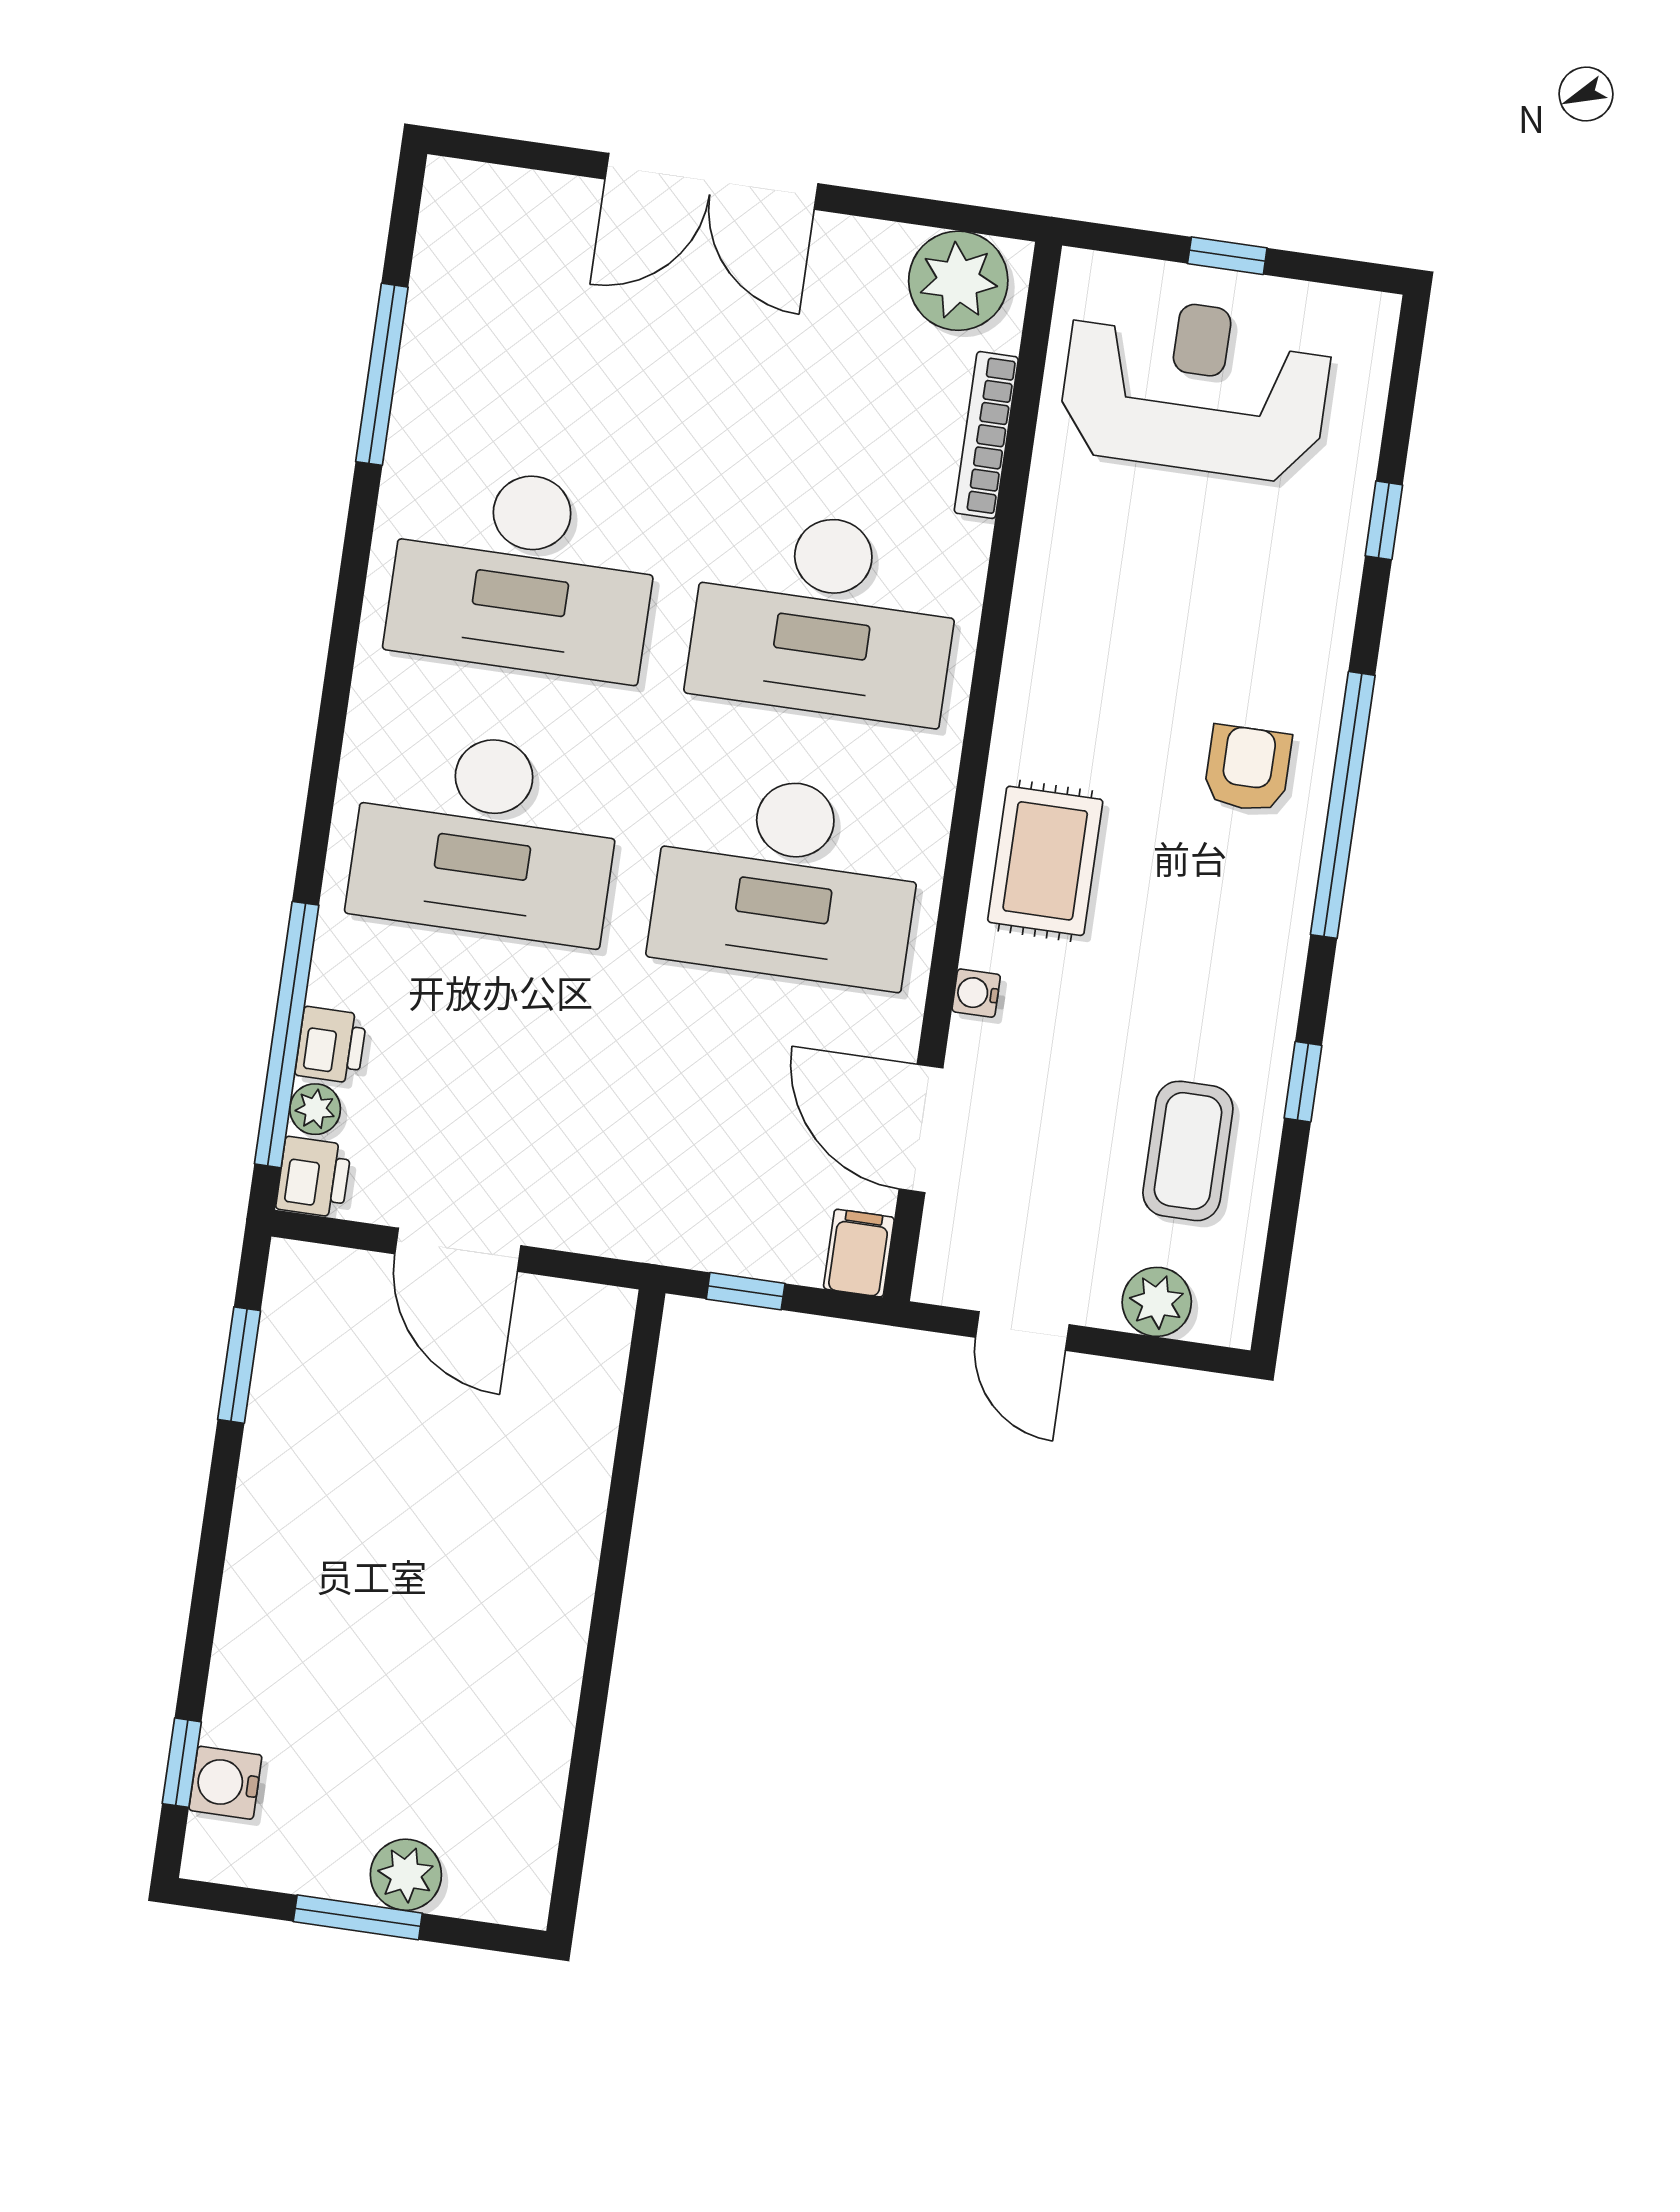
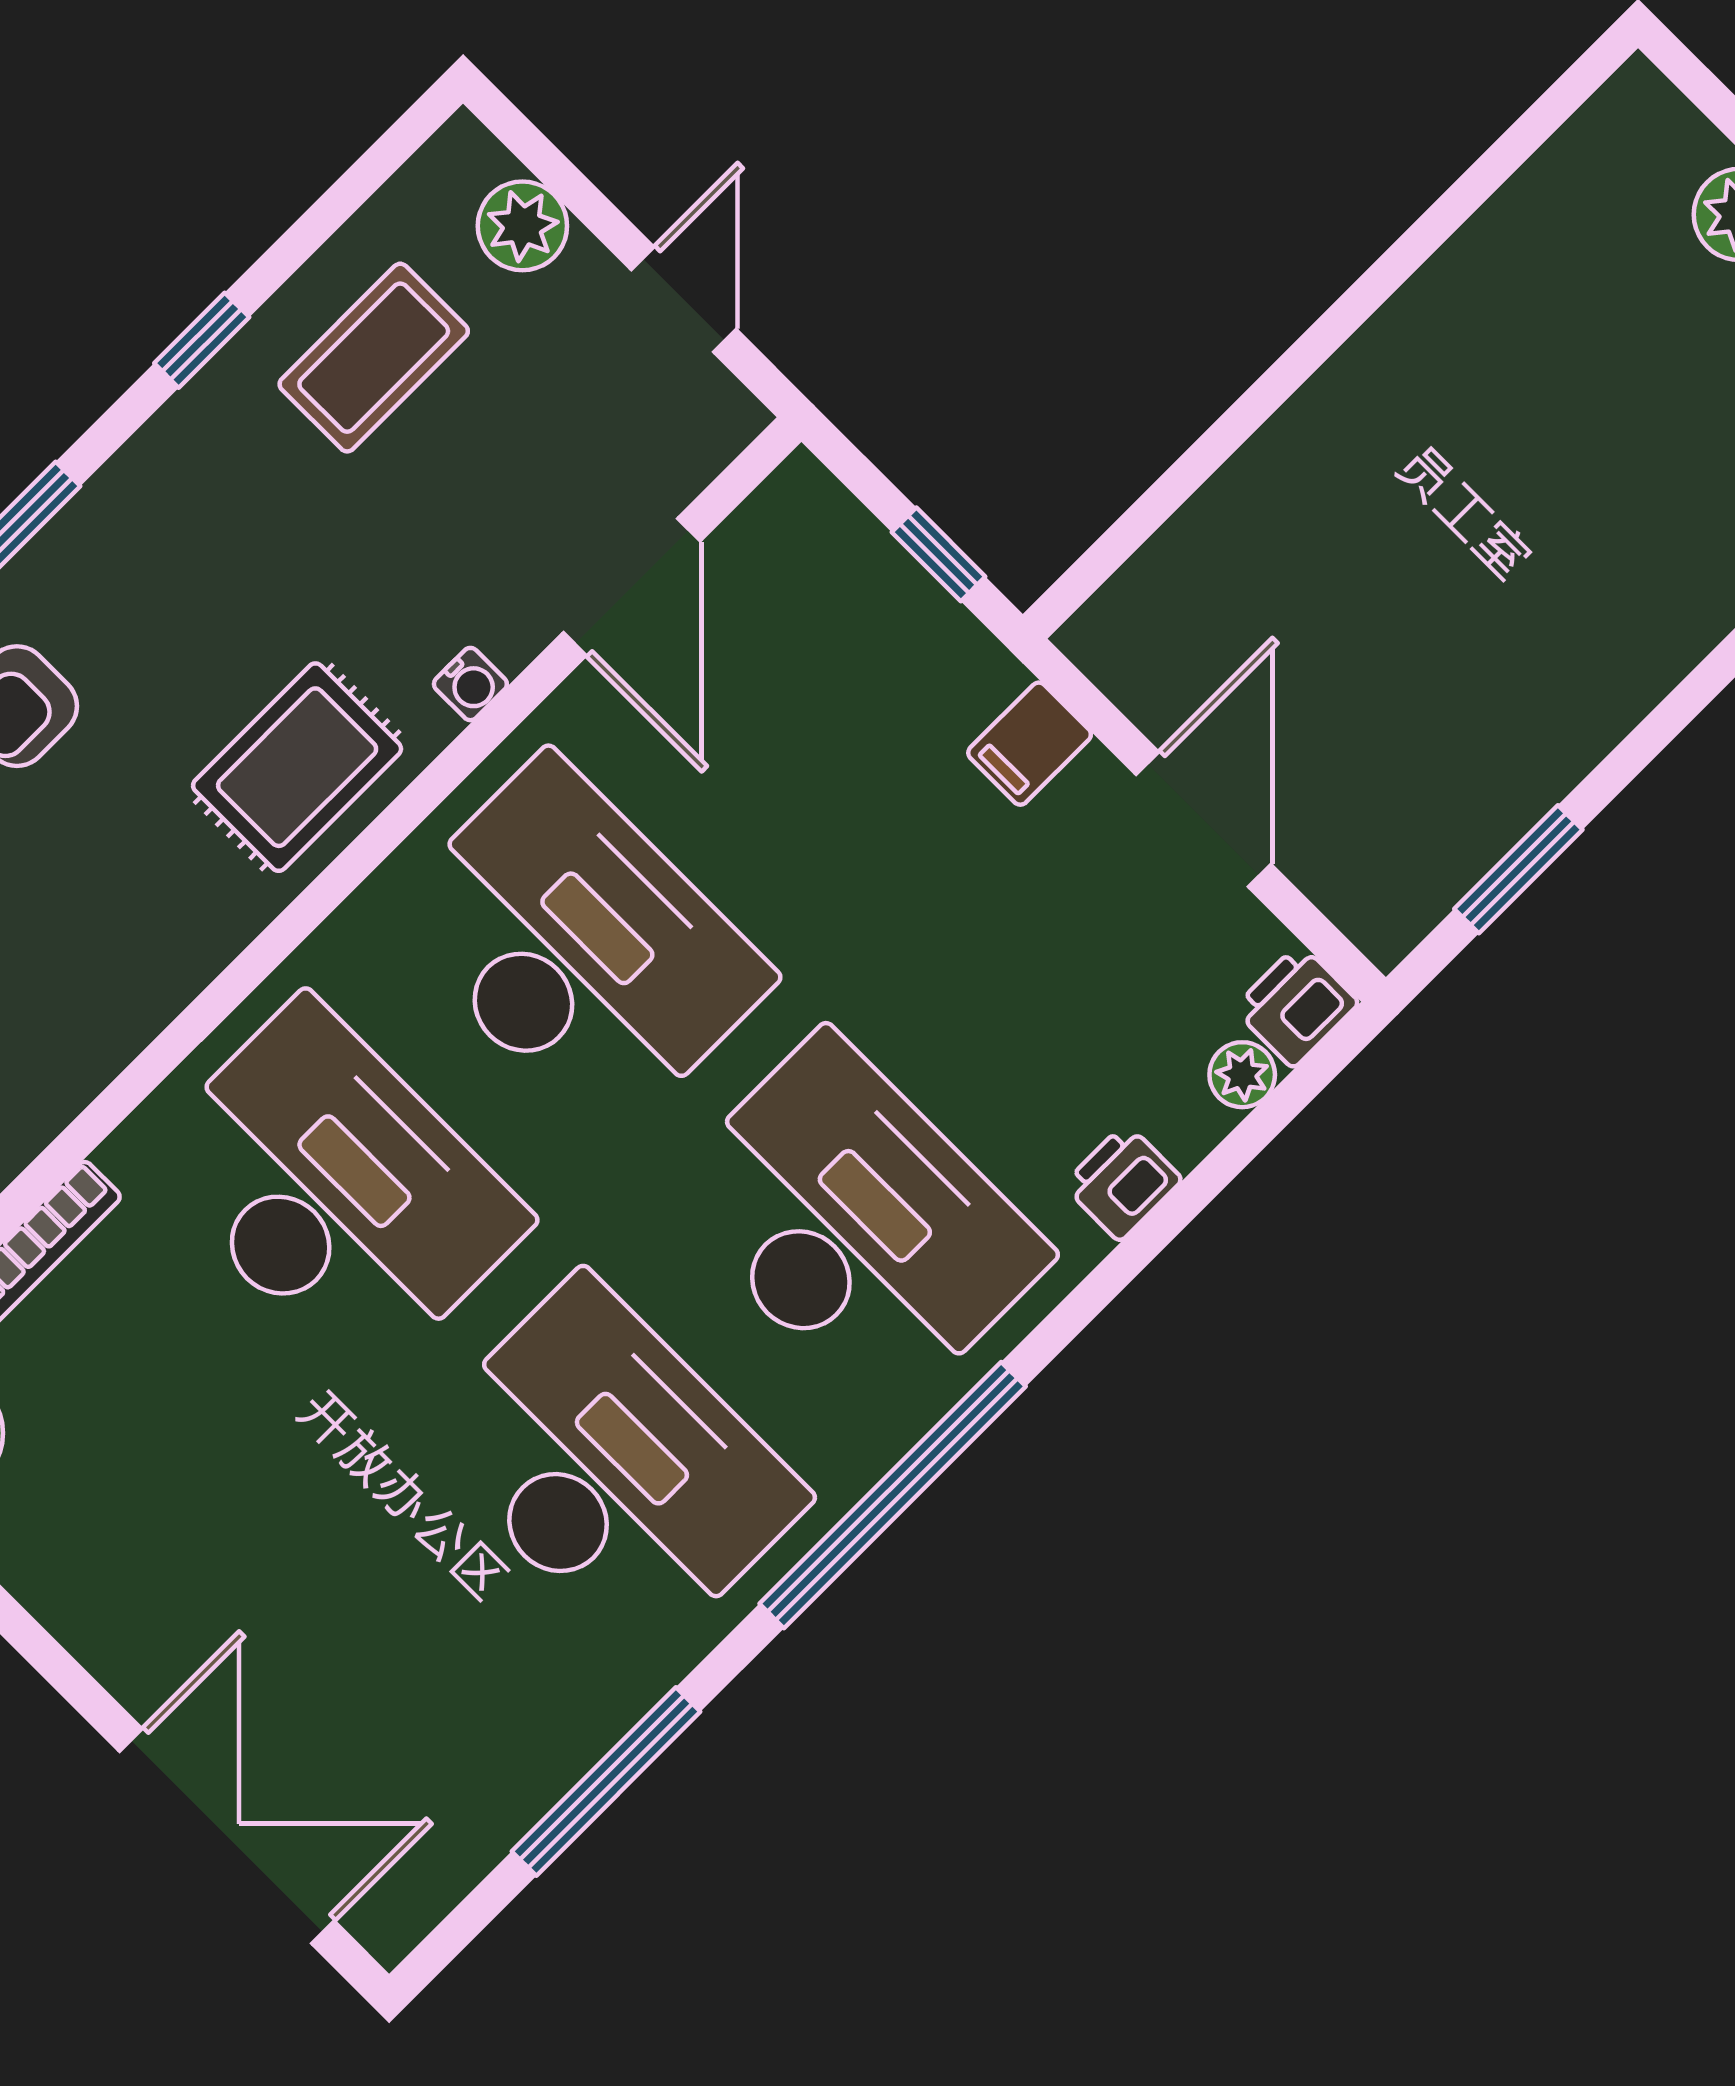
double door: (712, 181) -> (227, 1836), moved
window: (287, 1035) -> (893, 1495), moved
printer: (331, 1045) -> (1123, 1182), moved
filing cabinet: (859, 1253) -> (1030, 744), moved

